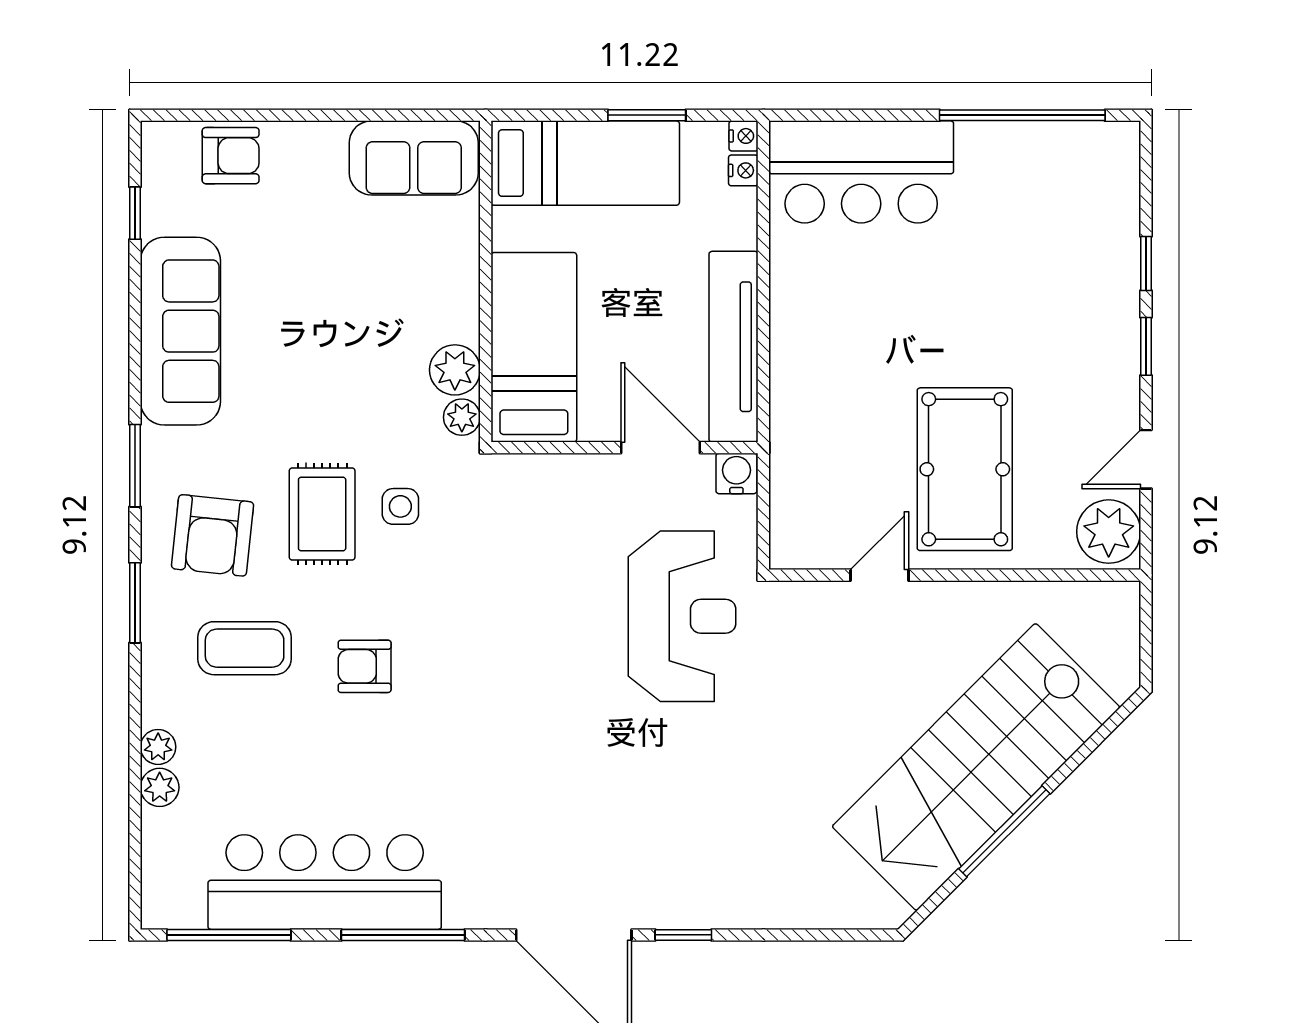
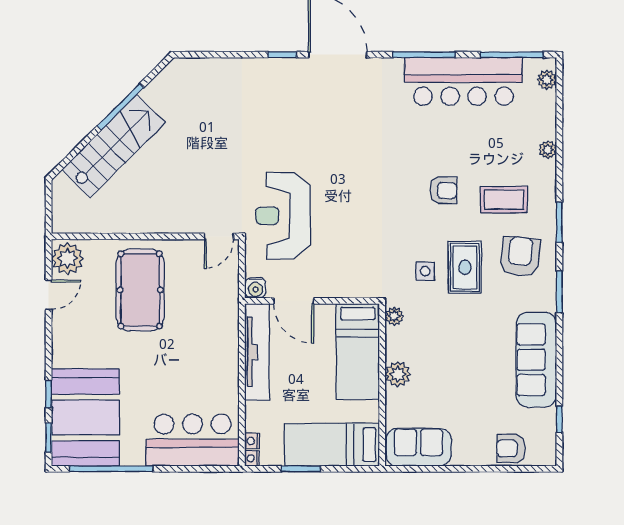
booth: (1073, 217) -> (85, 417), added
window: (1146, 346) -> (49, 438), moved
plant: (455, 370) -> (398, 374), moved
door: (879, 575) -> (219, 236), moved
stairs: (976, 767) -> (114, 146), width x0.73, depth x0.66
plant: (160, 787) -> (547, 80), moved

